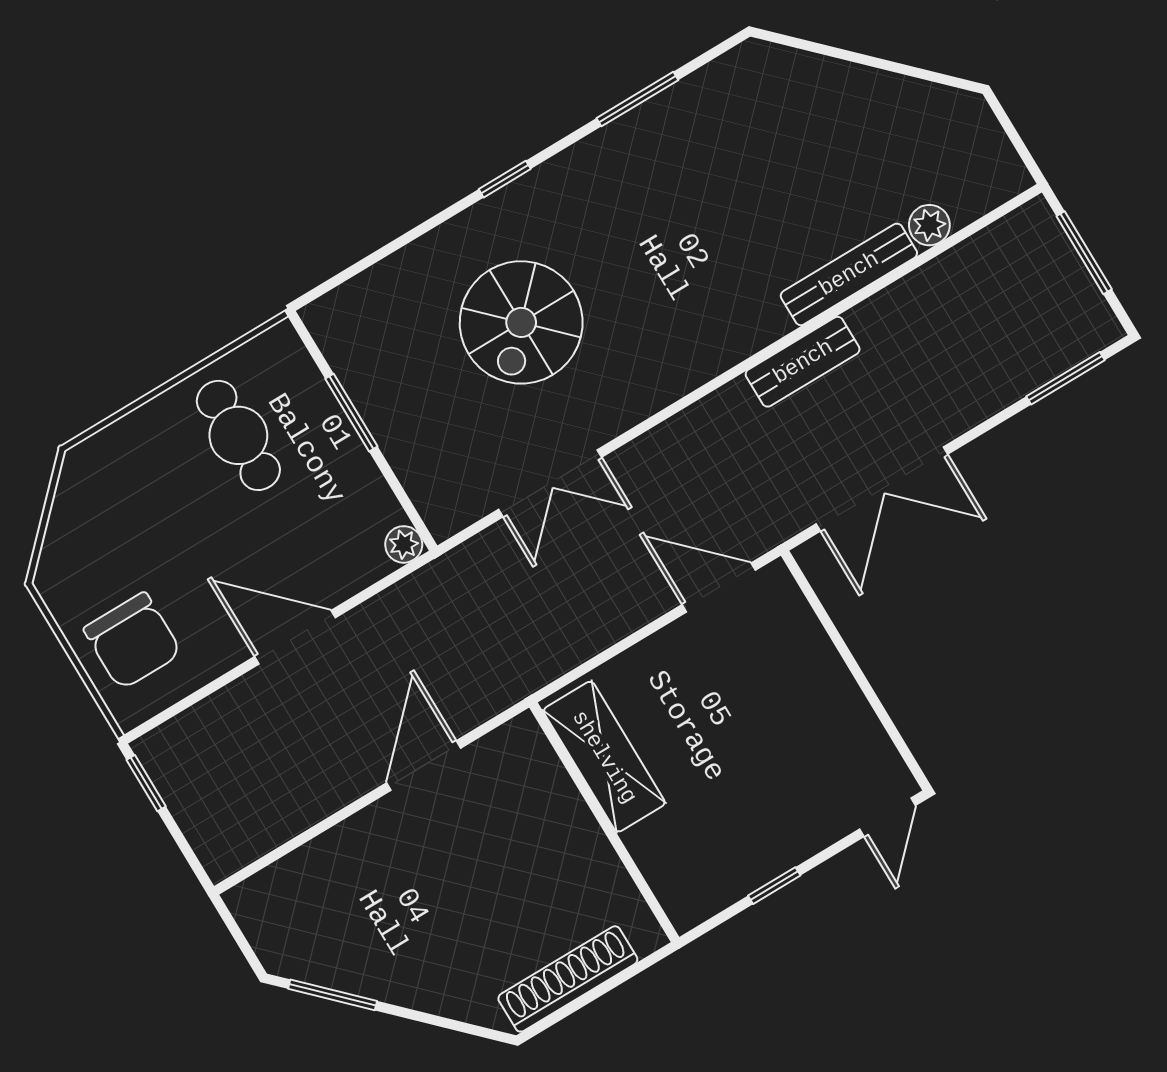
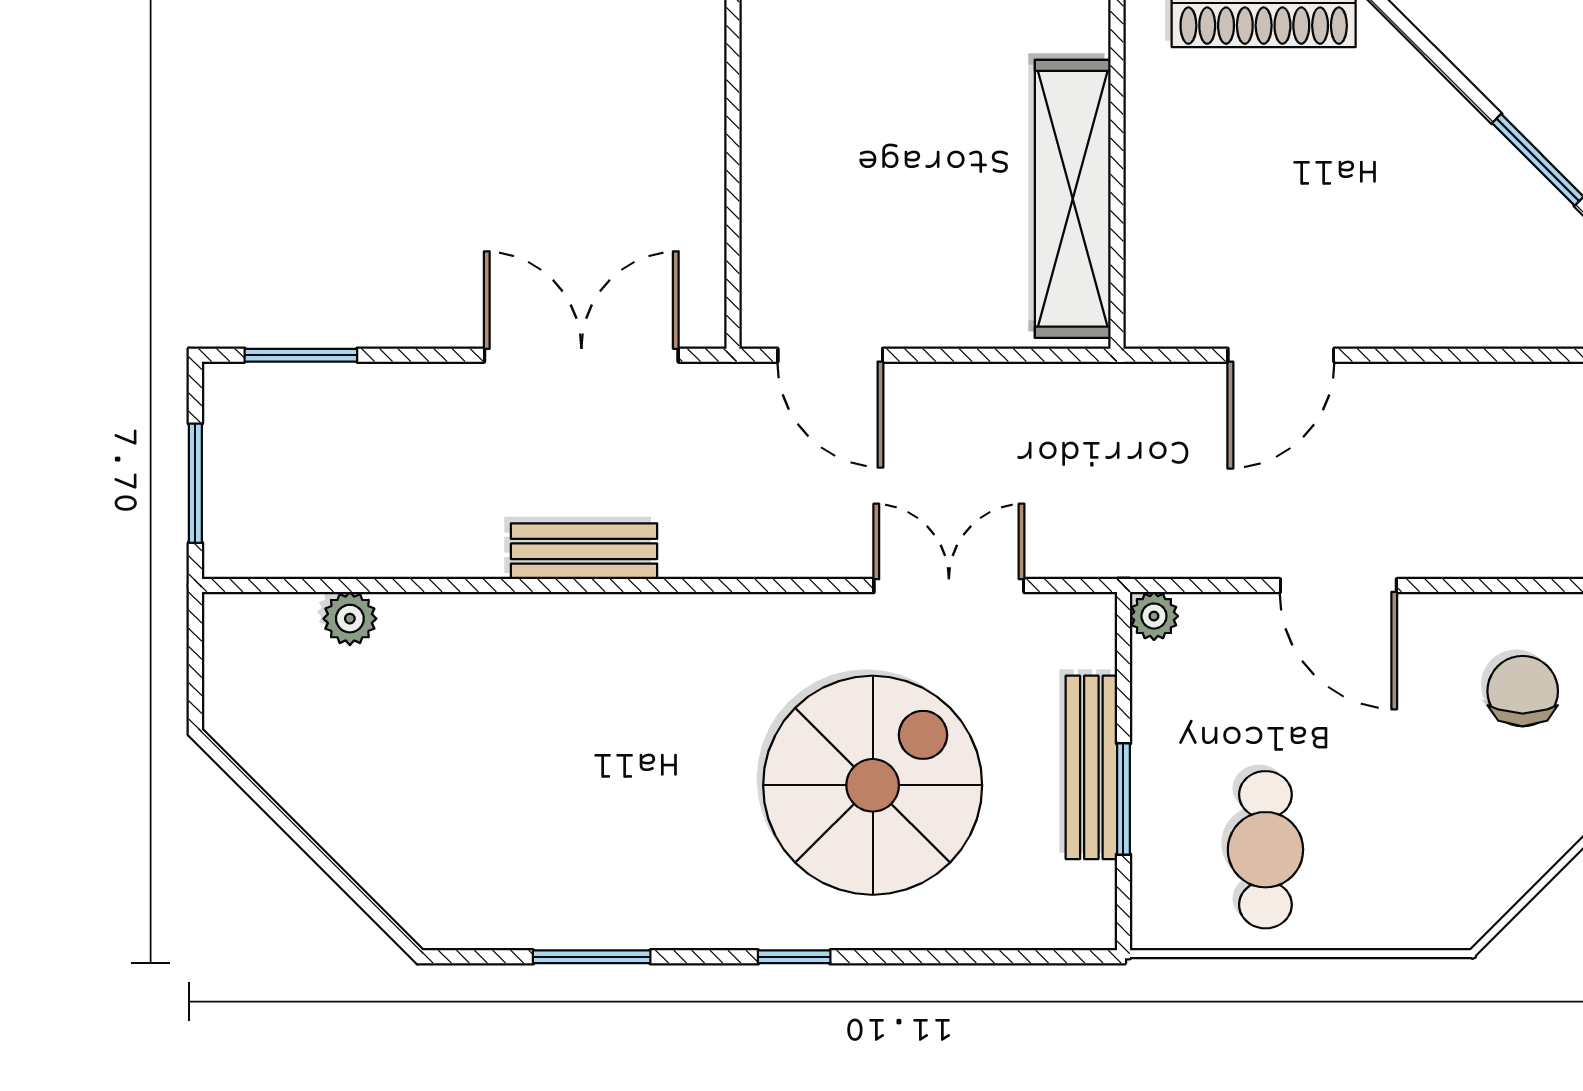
bench: (849, 274) -> (1091, 767), moved, turned 90
spiral stairs: (521, 322) -> (873, 785), width x1.37, depth x1.37
chair: (133, 641) -> (1523, 691), width x0.73, depth x0.73
shelving: (604, 757) -> (1073, 199), width x1.47

